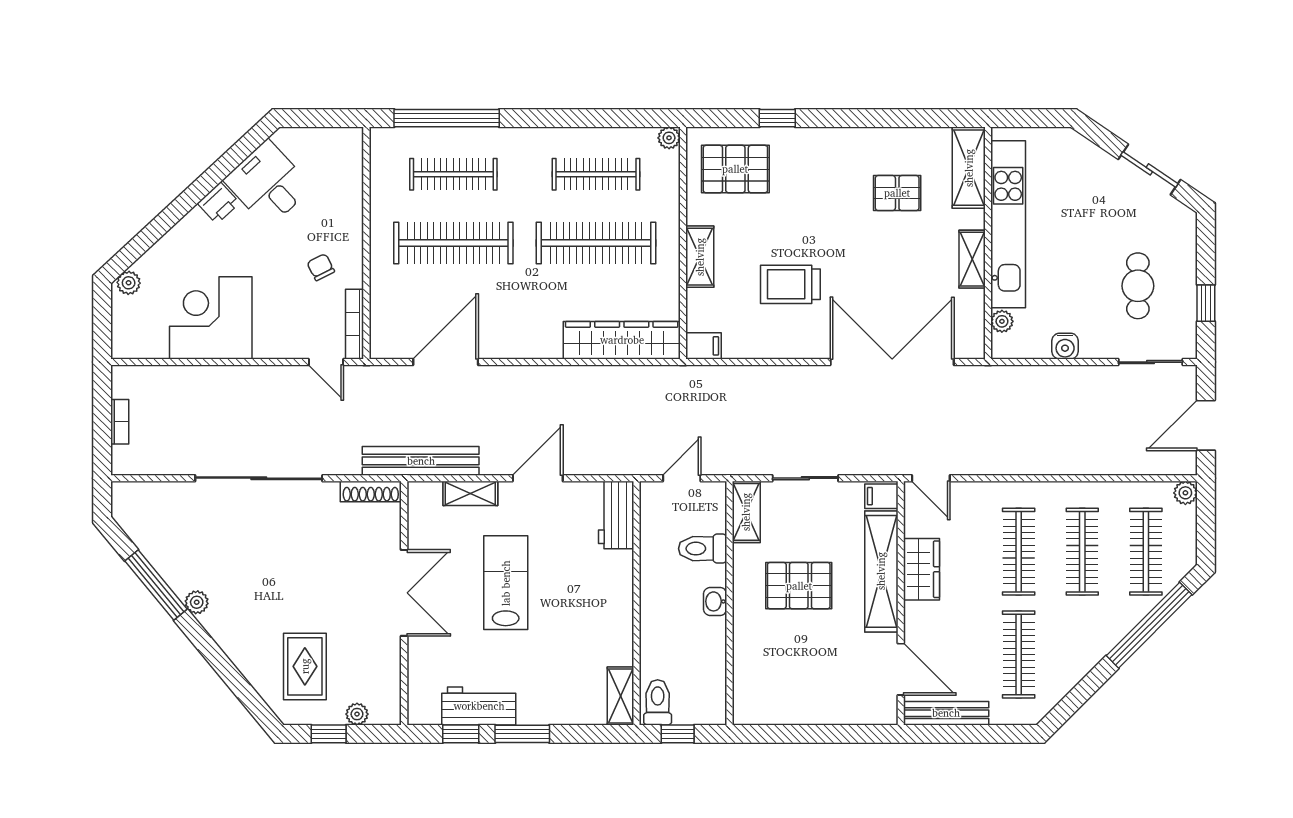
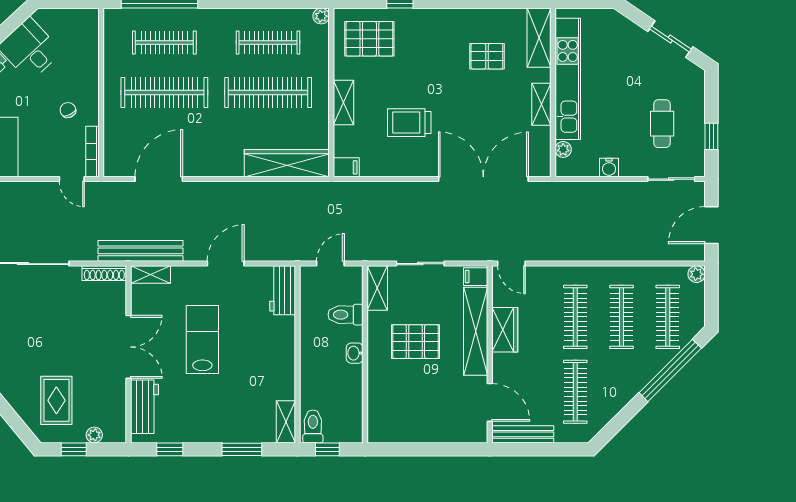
shelving: (470, 493) -> (150, 275), moved
workbench: (479, 706) -> (145, 407), moved, turned 90
window: (522, 734) -> (242, 449), moved

